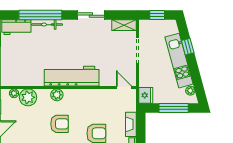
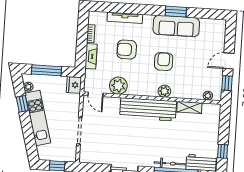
shelving: (124, 25) -> (189, 107), moved
window: (188, 47) -> (22, 104), moved
plant: (28, 97) -> (118, 86), moved
armchair: (59, 124) -> (164, 62), turned 90

